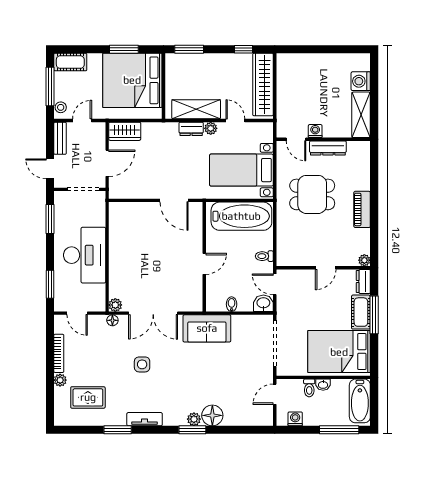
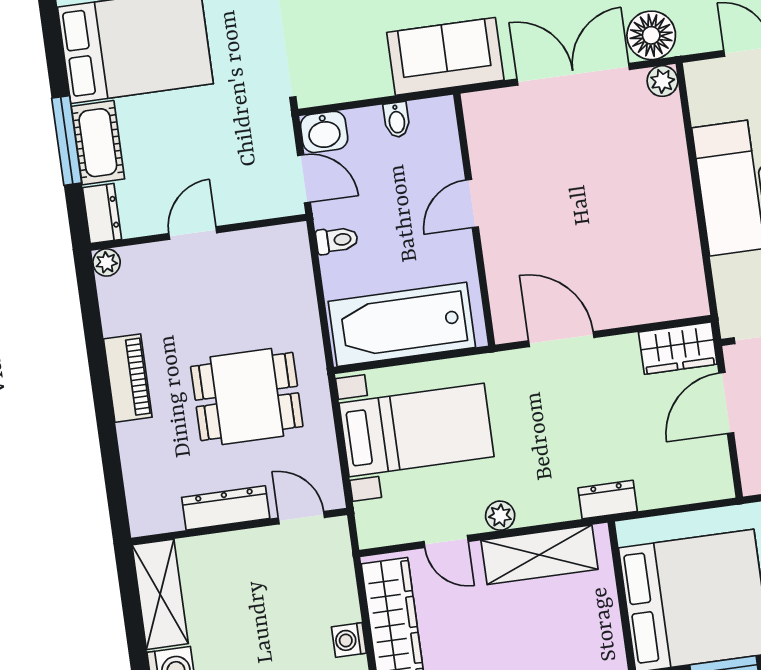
dresser: (191, 129) -> (608, 500), moved
wardrobe: (125, 131) -> (678, 348), moved, turned 180
washing machine: (315, 131) -> (349, 640), moved, turned 90
floor lamp: (112, 320) -> (651, 35), width x1.89, depth x1.89

